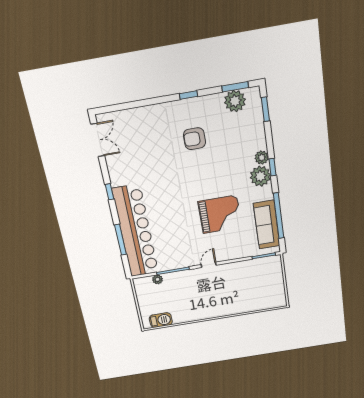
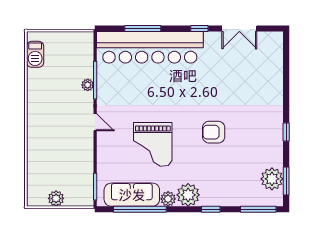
window: (265, 109) -> (258, 209), width x1.44
armchair: (194, 139) -> (214, 132), moved, turned -90
double door: (98, 140) -> (239, 28), moved
plant: (262, 158) -> (168, 199), moved
window: (273, 167) -> (211, 209), moved
plant: (158, 279) -> (88, 85), moved
plant: (278, 285) -> (56, 198), added

